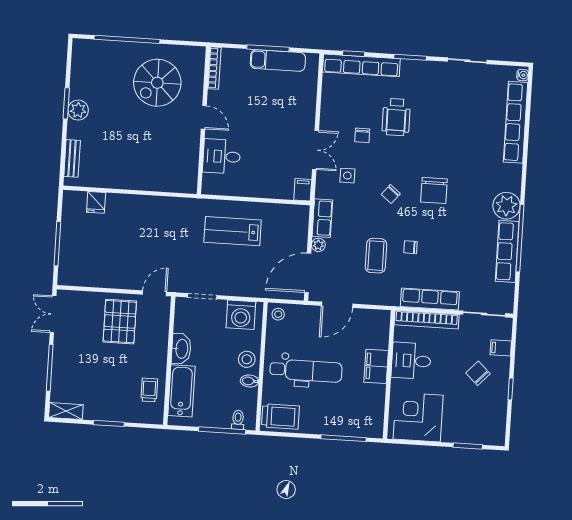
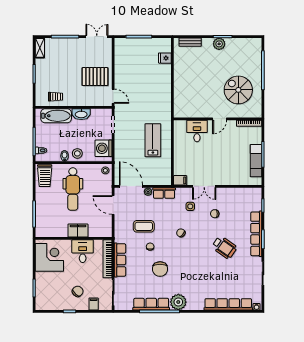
row of seats: (361, 65) -> (256, 234), moved
wheelchair: (396, 117) -> (224, 247), moved, turned -145
chair: (434, 190) -> (160, 269), moved, turned -90

